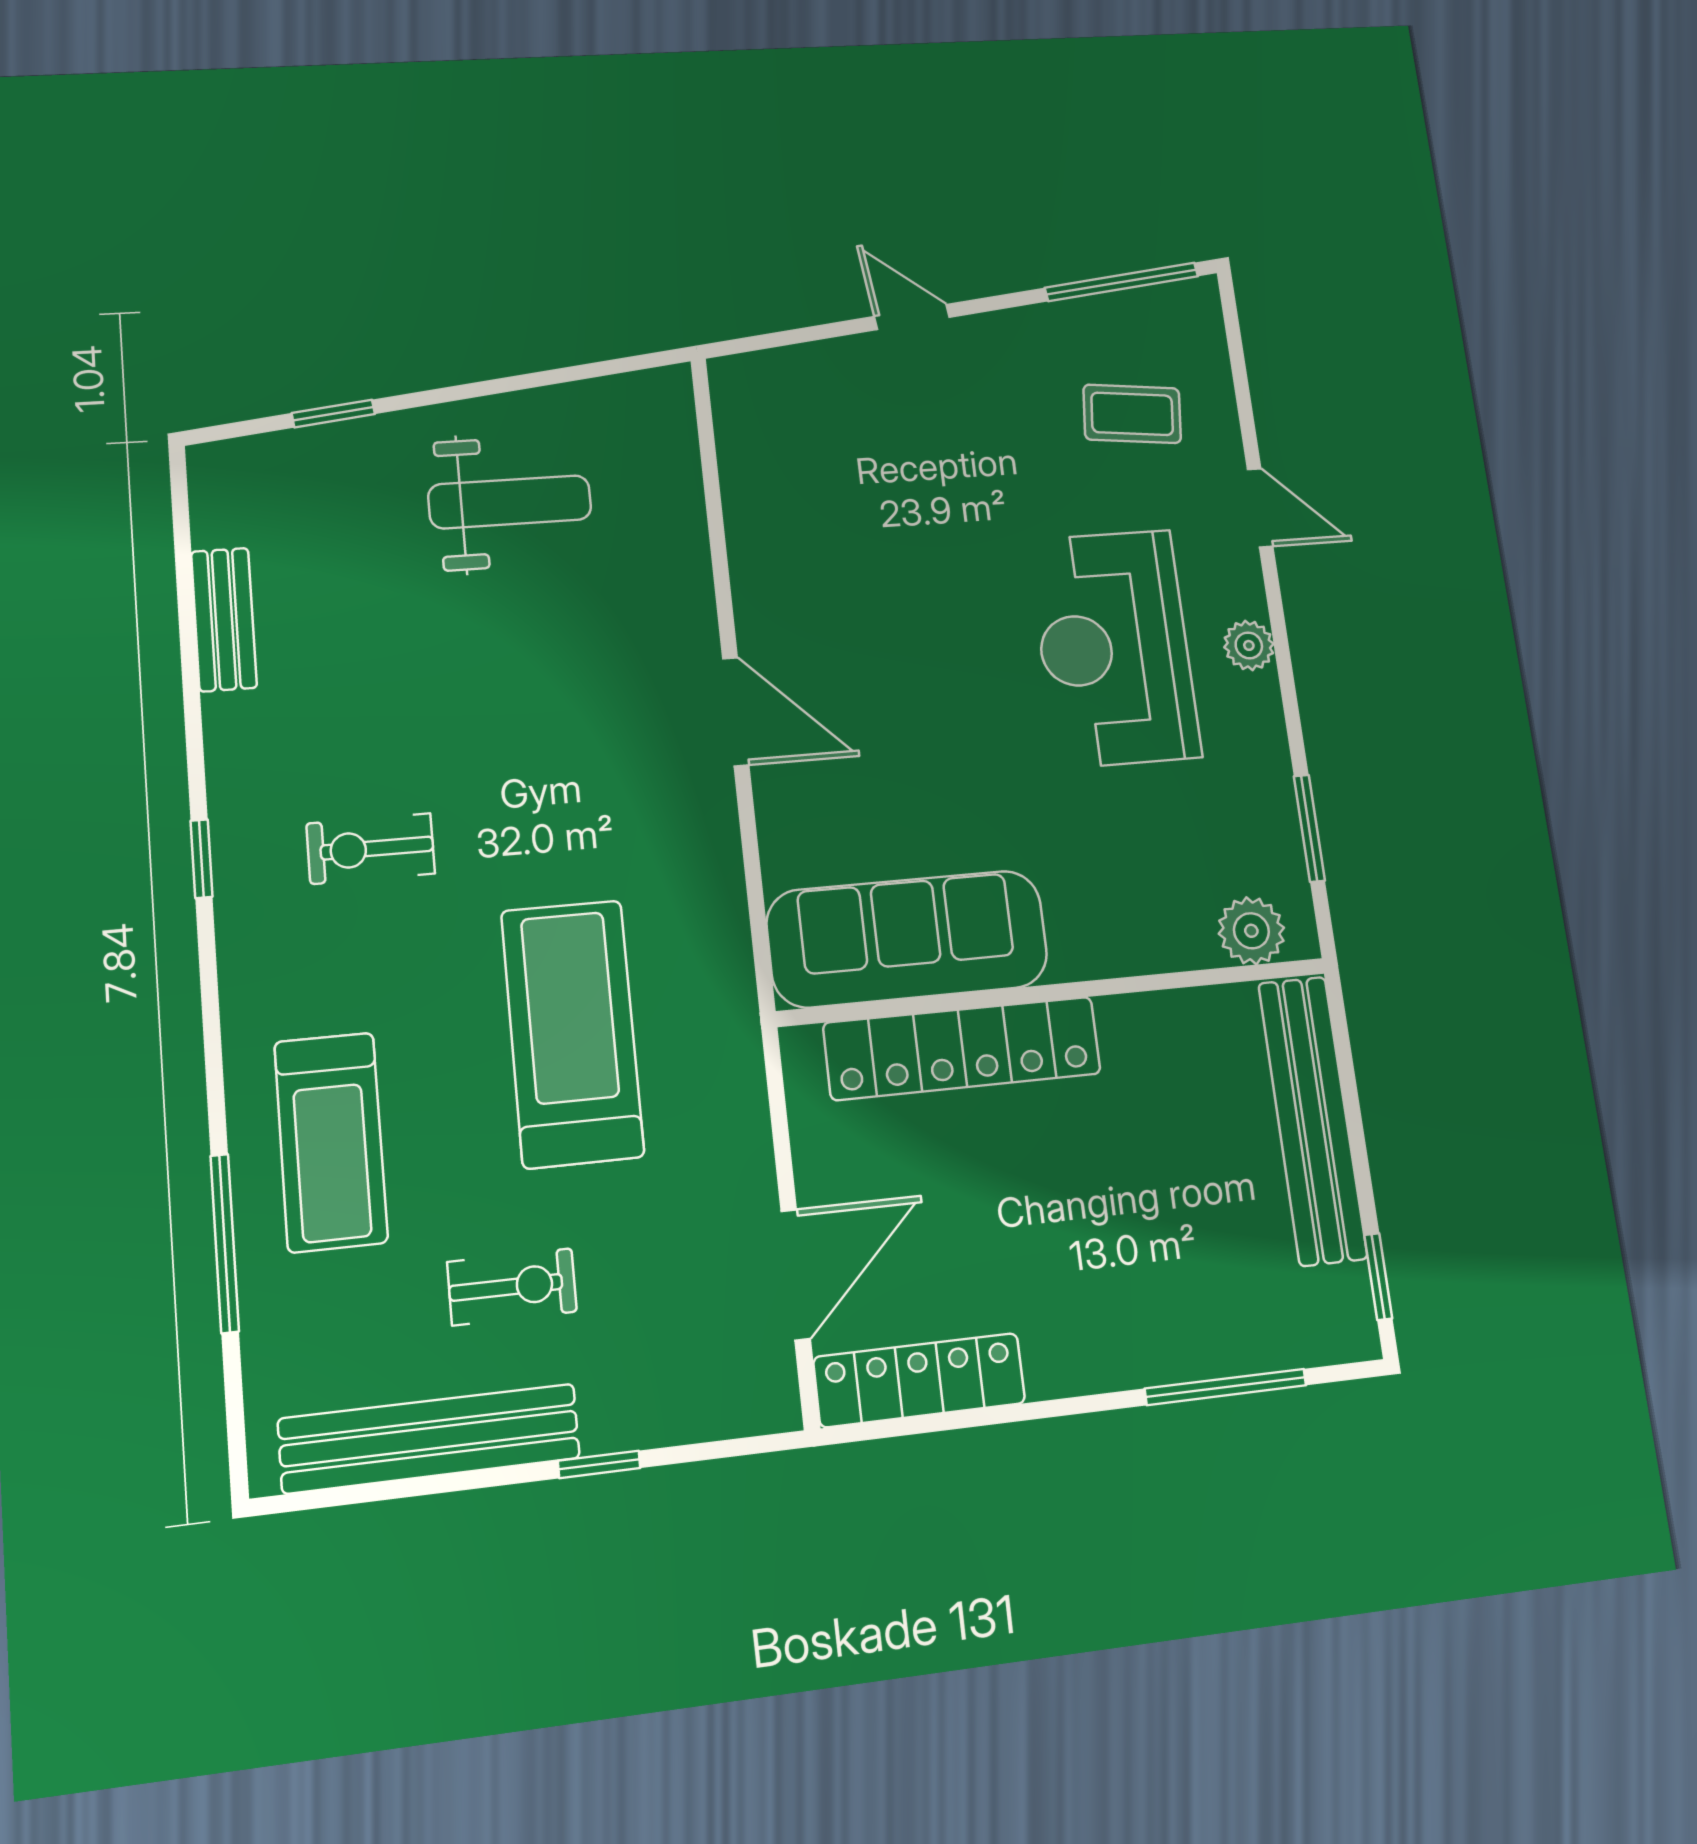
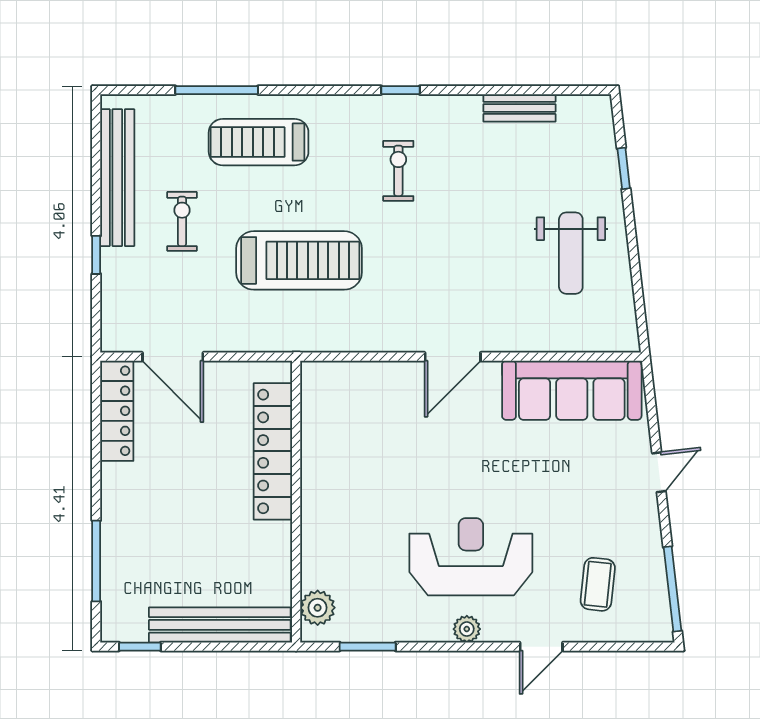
sofa: (907, 939) -> (572, 390), moved, turned 90
exercise bike: (512, 1287) -> (182, 221), turned 180

